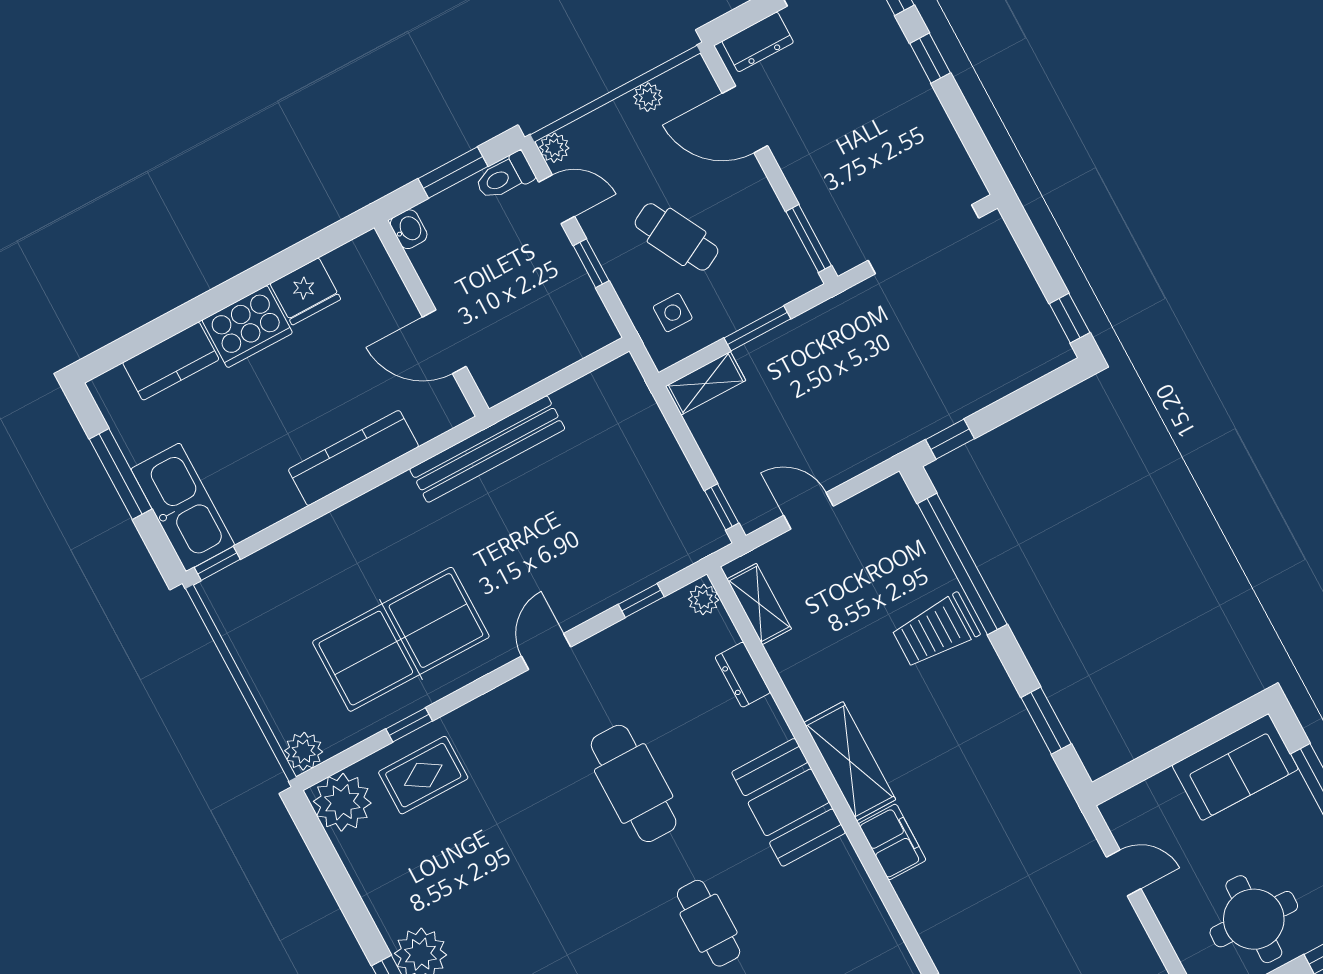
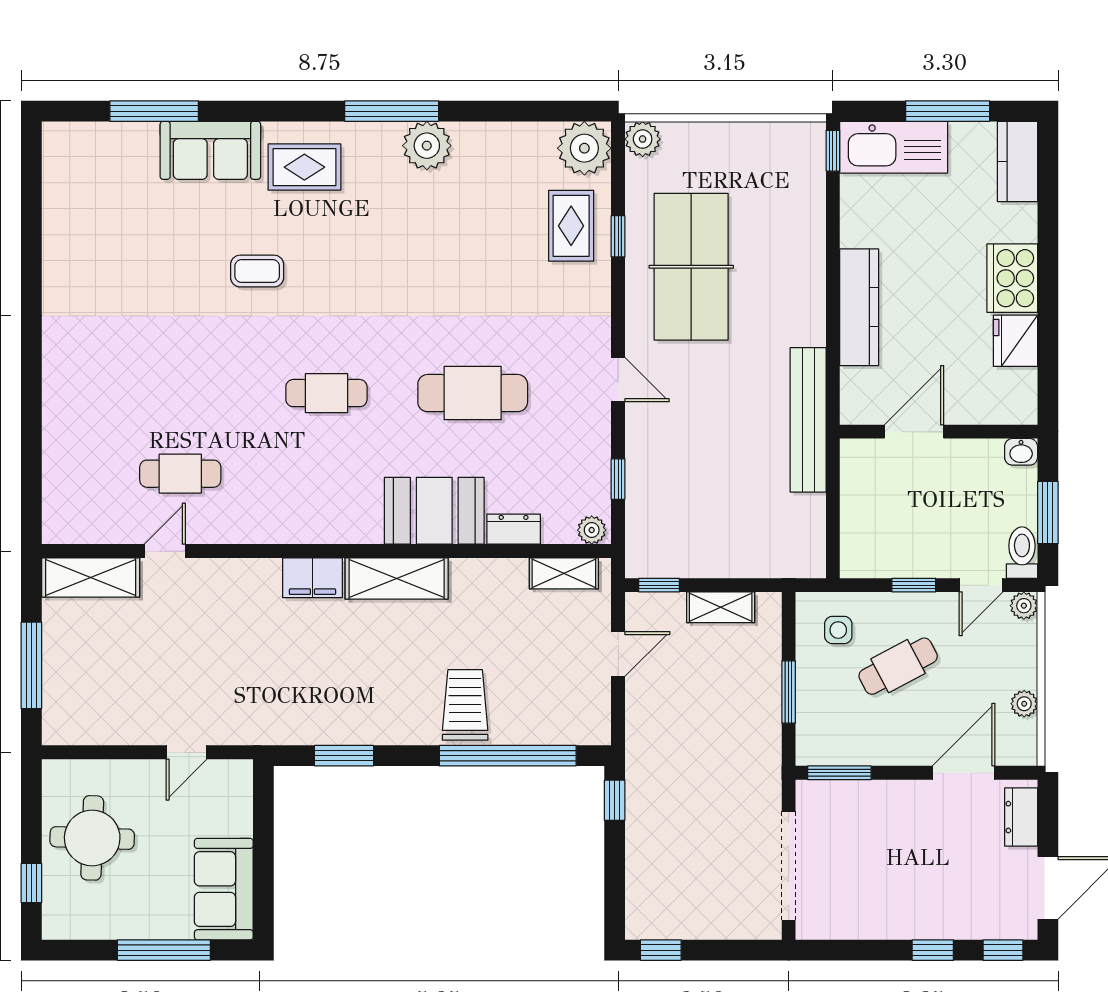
kitchen counter: (171, 361) -> (1017, 161), moved
shelving: (706, 383) -> (721, 607), moved, turned 90
booth: (789, 802) -> (434, 511), moved

